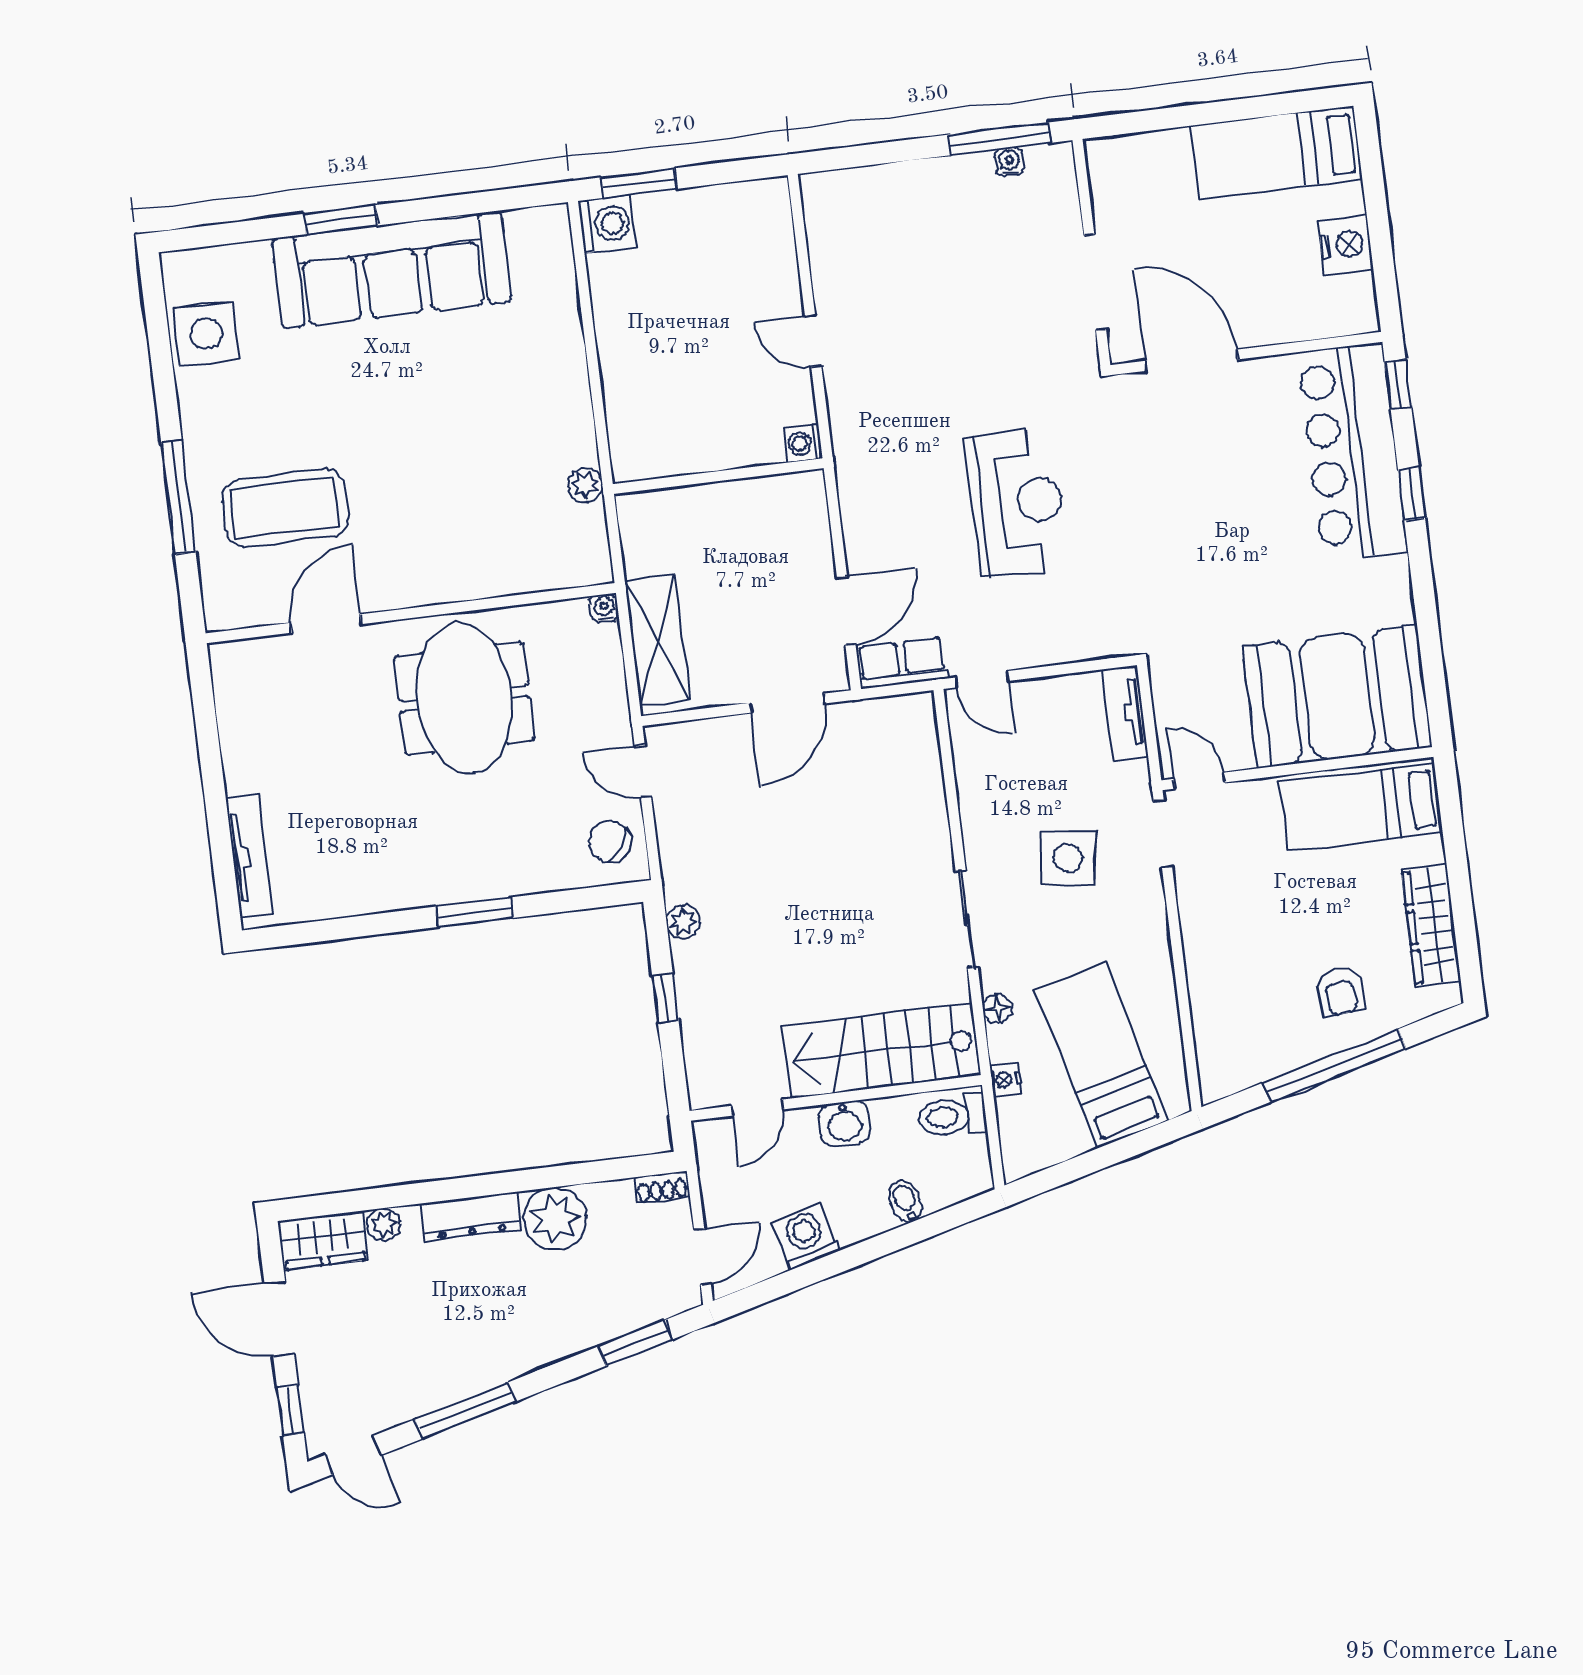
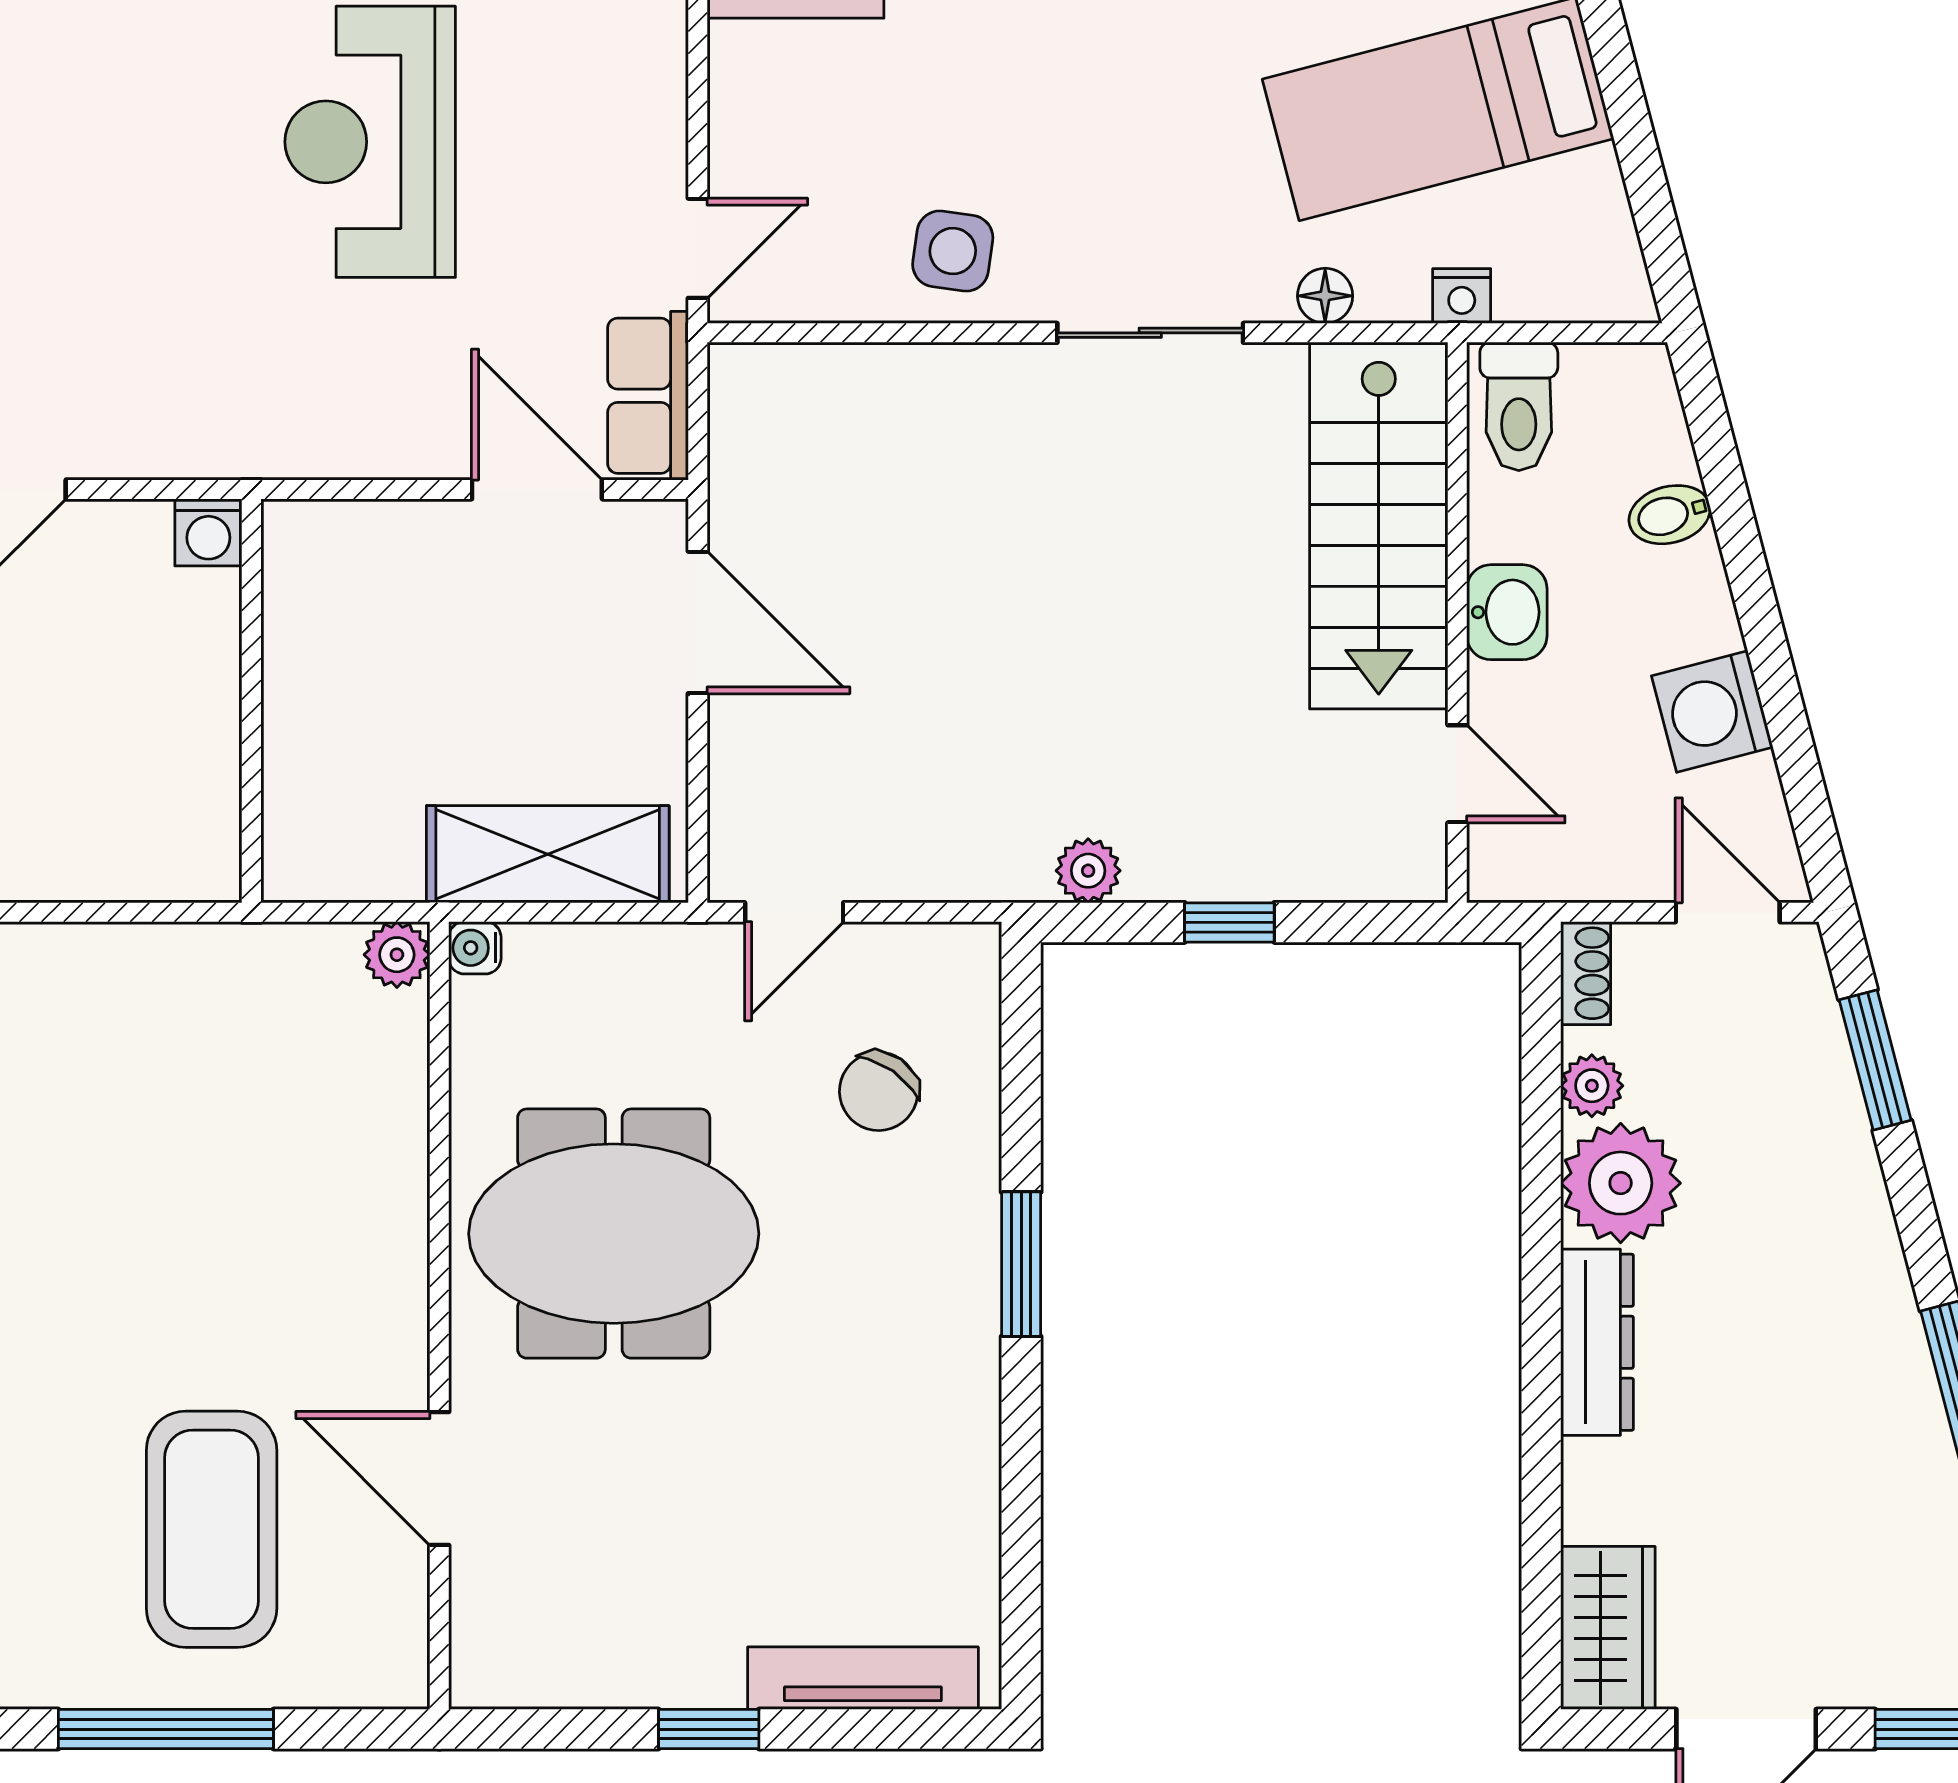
plant: (585, 485) -> (397, 955), moved
reception desk: (1016, 502) -> (370, 142), turned -90
window: (213, 779) -> (709, 1729), added
chair: (610, 841) -> (879, 1091), moved
side table: (1068, 858) -> (953, 251), moved, width x0.73, depth x0.73
plant: (384, 1224) -> (1592, 1086), moved

